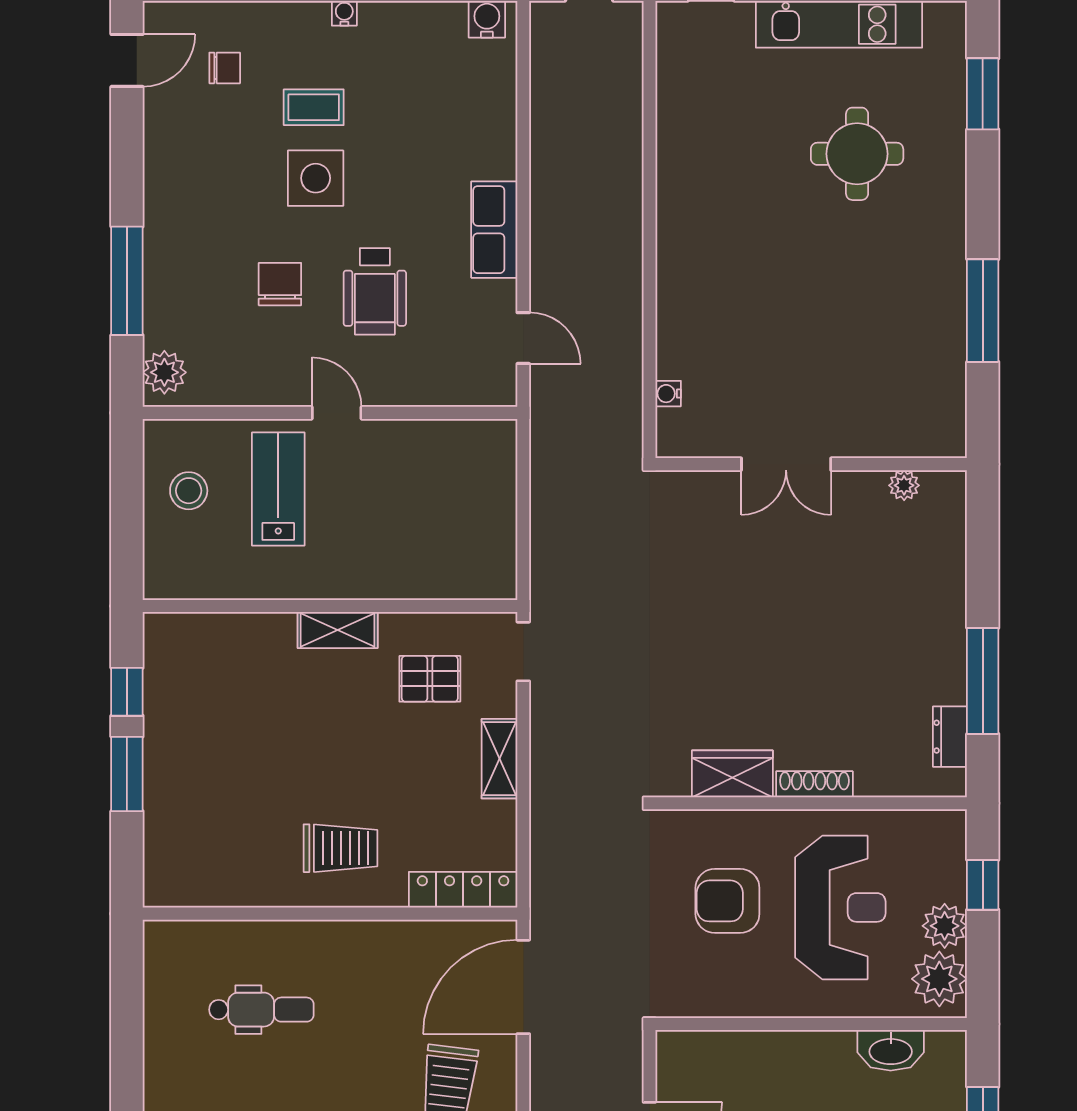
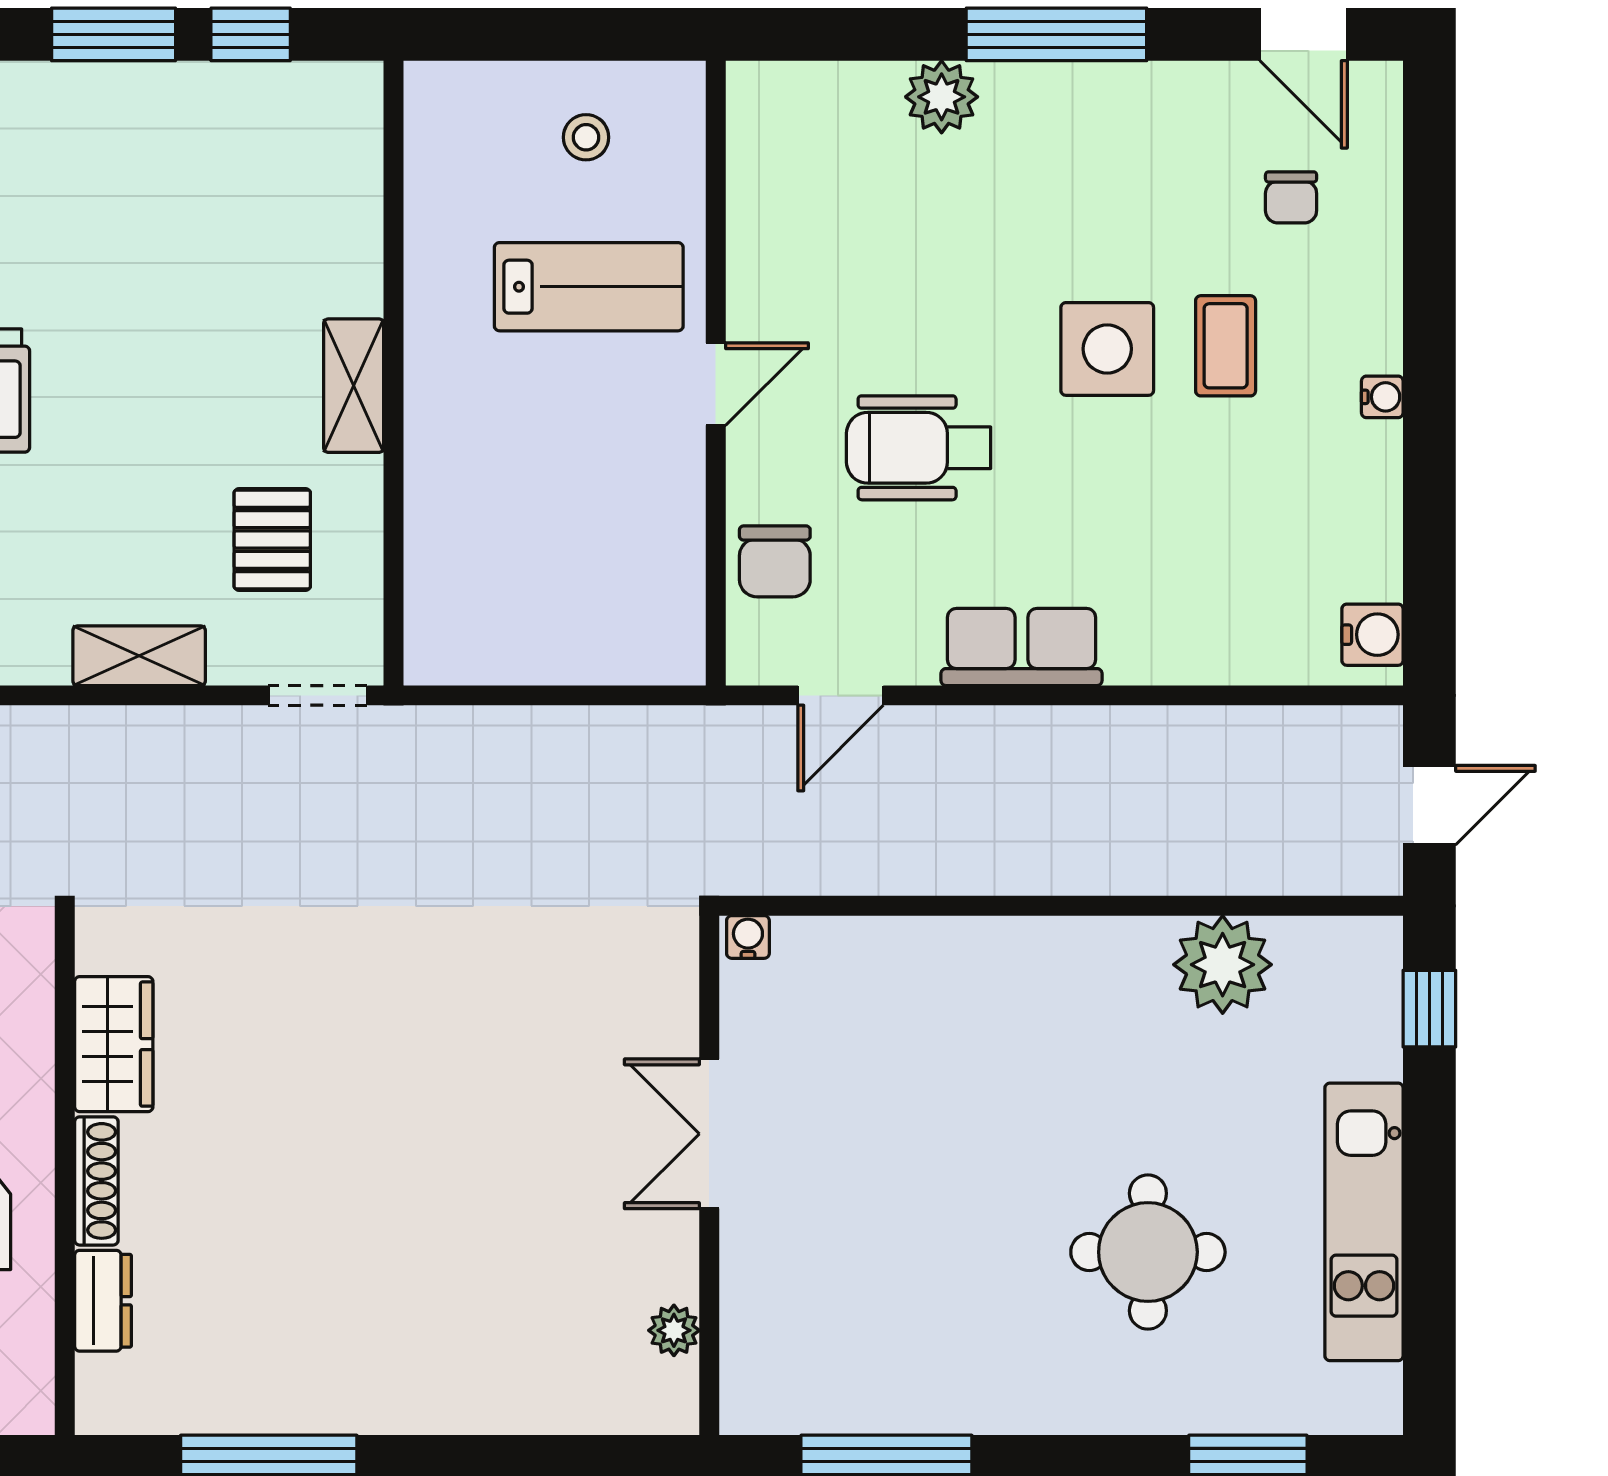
plant: (685, 109) -> (1223, 965), added
window: (127, 281) -> (1056, 34), moved
chair: (280, 284) -> (775, 561), moved, turned 90
plant: (164, 372) -> (942, 97), moved
double door: (786, 464) -> (709, 1134), moved
wall: (811, 464) -> (709, 1175), moved
plant: (904, 485) -> (674, 1330), moved
stool: (189, 491) -> (586, 137), width x0.73, depth x0.73
dresser: (950, 737) -> (103, 1301), moved, turned 90

